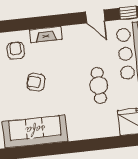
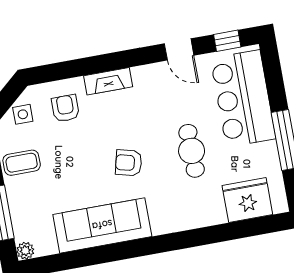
armchair: (36, 82) -> (129, 163), moved

